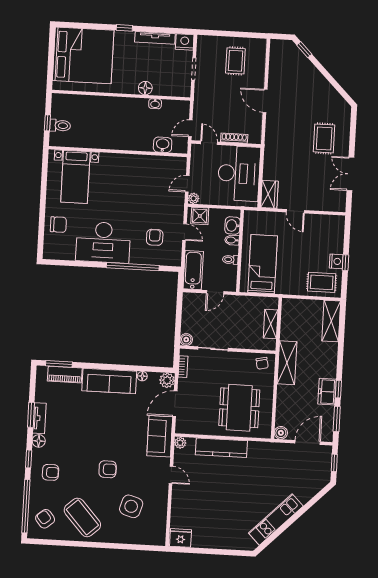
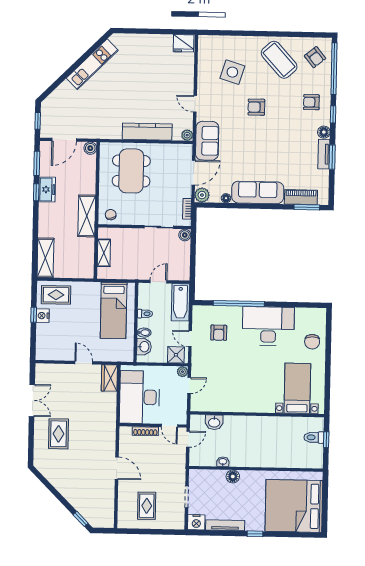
chair: (58, 225) -> (312, 342), turned -90

